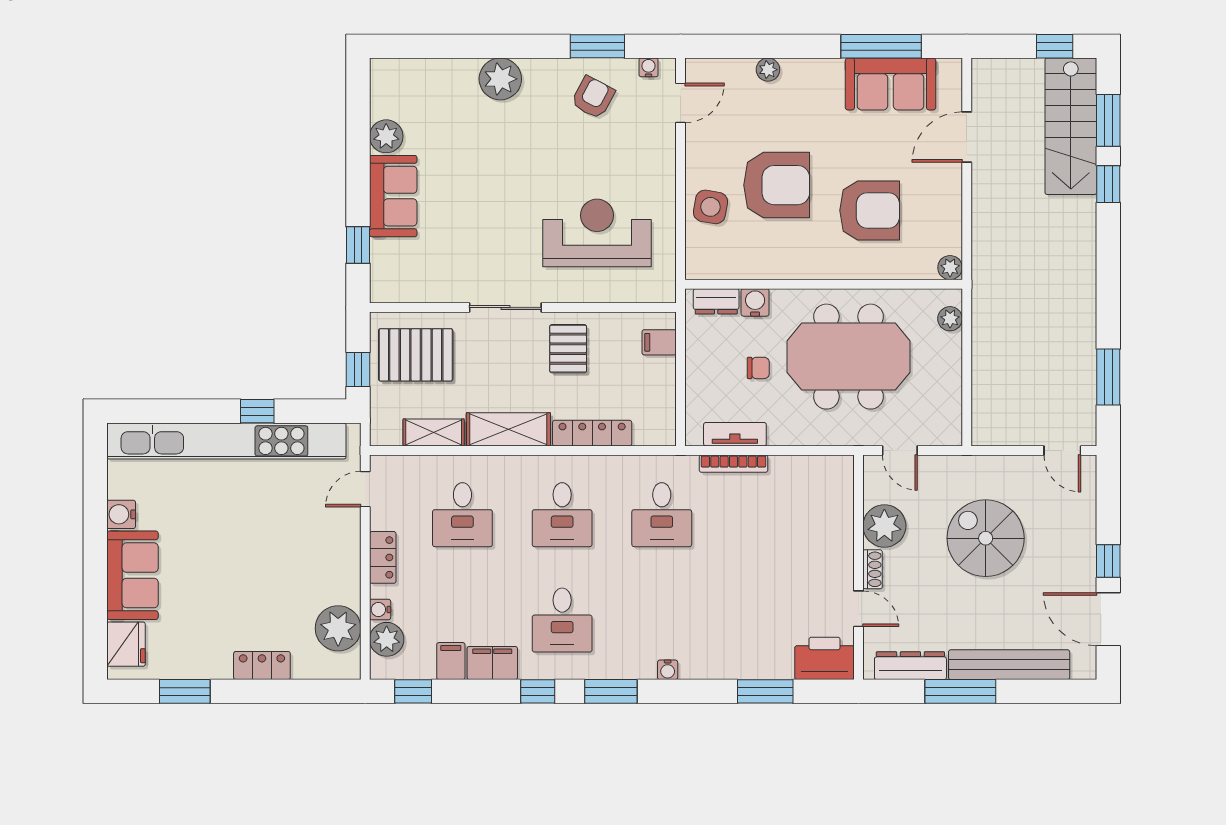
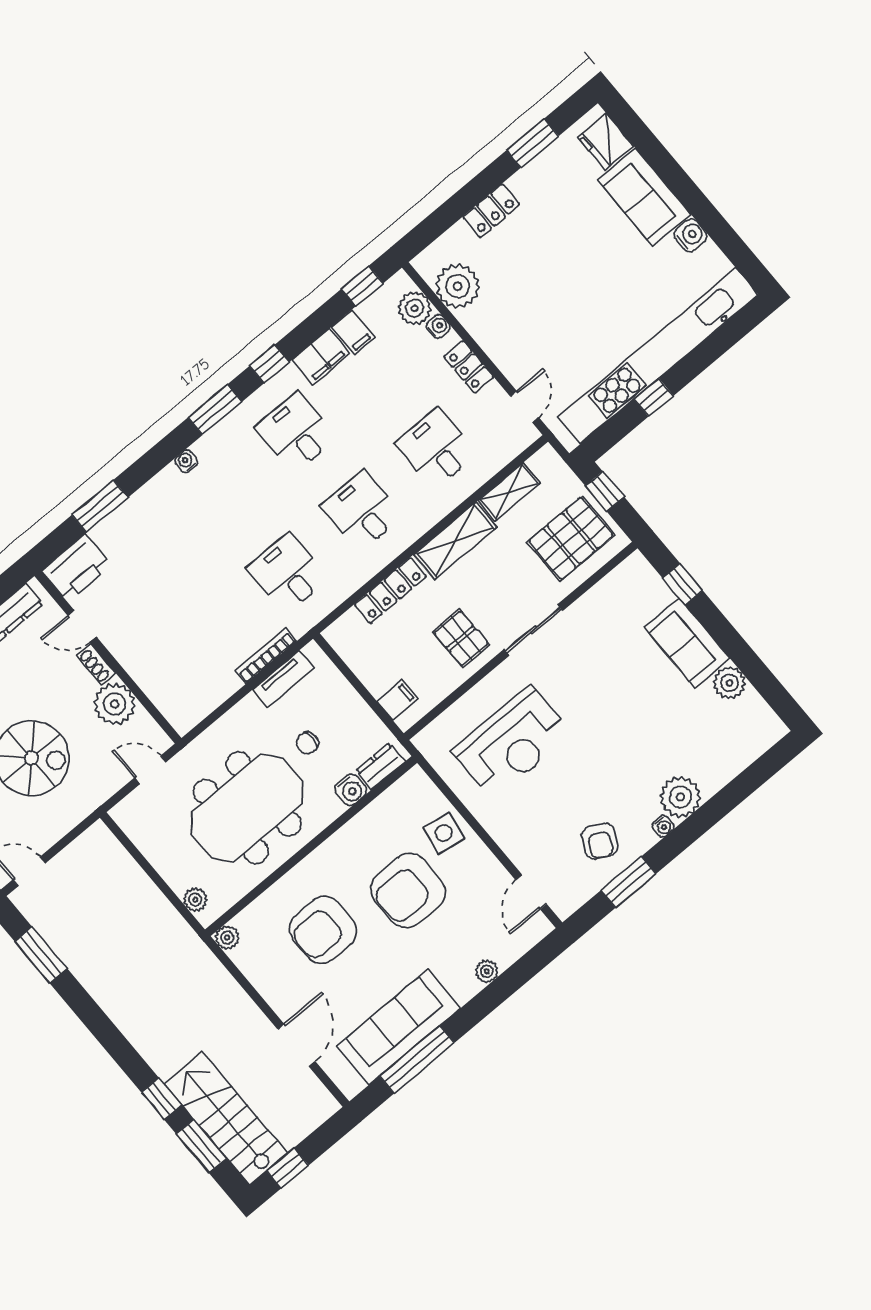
water cooler: (648, 67) -> (663, 826), moved
sofa: (890, 84) -> (399, 1027), width x1.36

